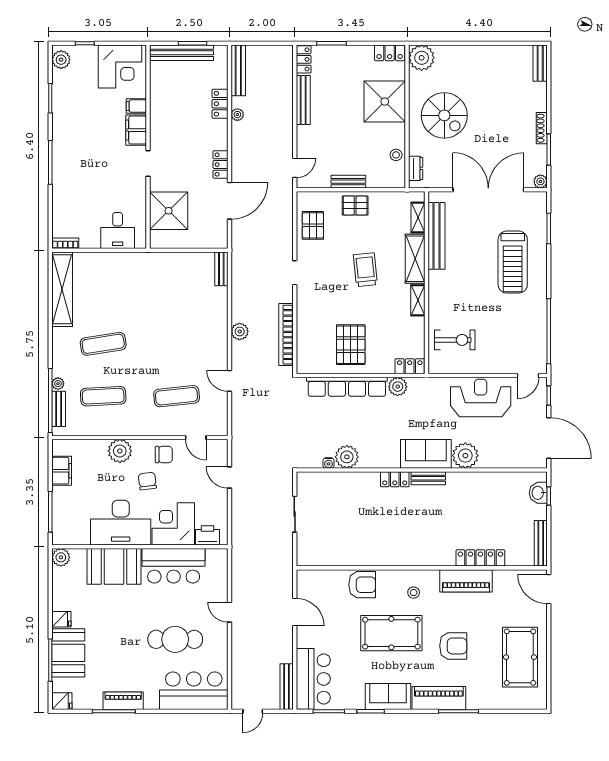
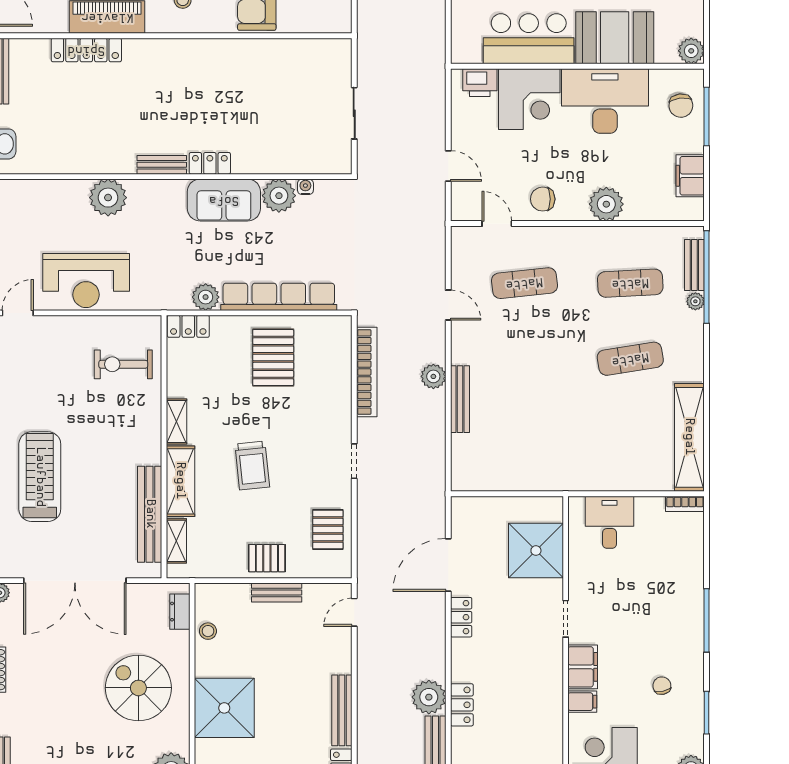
plant: (237, 115) -> (429, 697), width x1.88, depth x1.88
chair: (81, 117) -> (662, 686), added
bench: (221, 269) -> (460, 399), moved, width x1.36
sofa: (426, 454) -> (224, 200), moved
chair: (147, 481) -> (681, 106), moved

